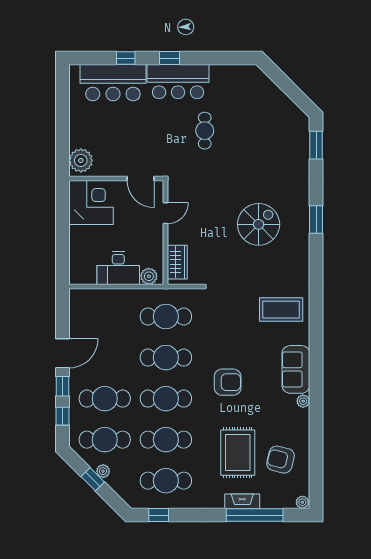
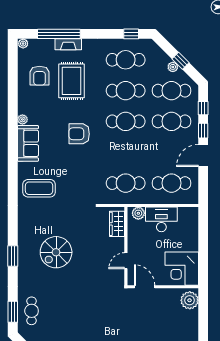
cafe table: (205, 131) -> (32, 311), moved
cafe table: (166, 358) -> (172, 183), moved
armchair: (281, 460) -> (40, 76), turned 76

